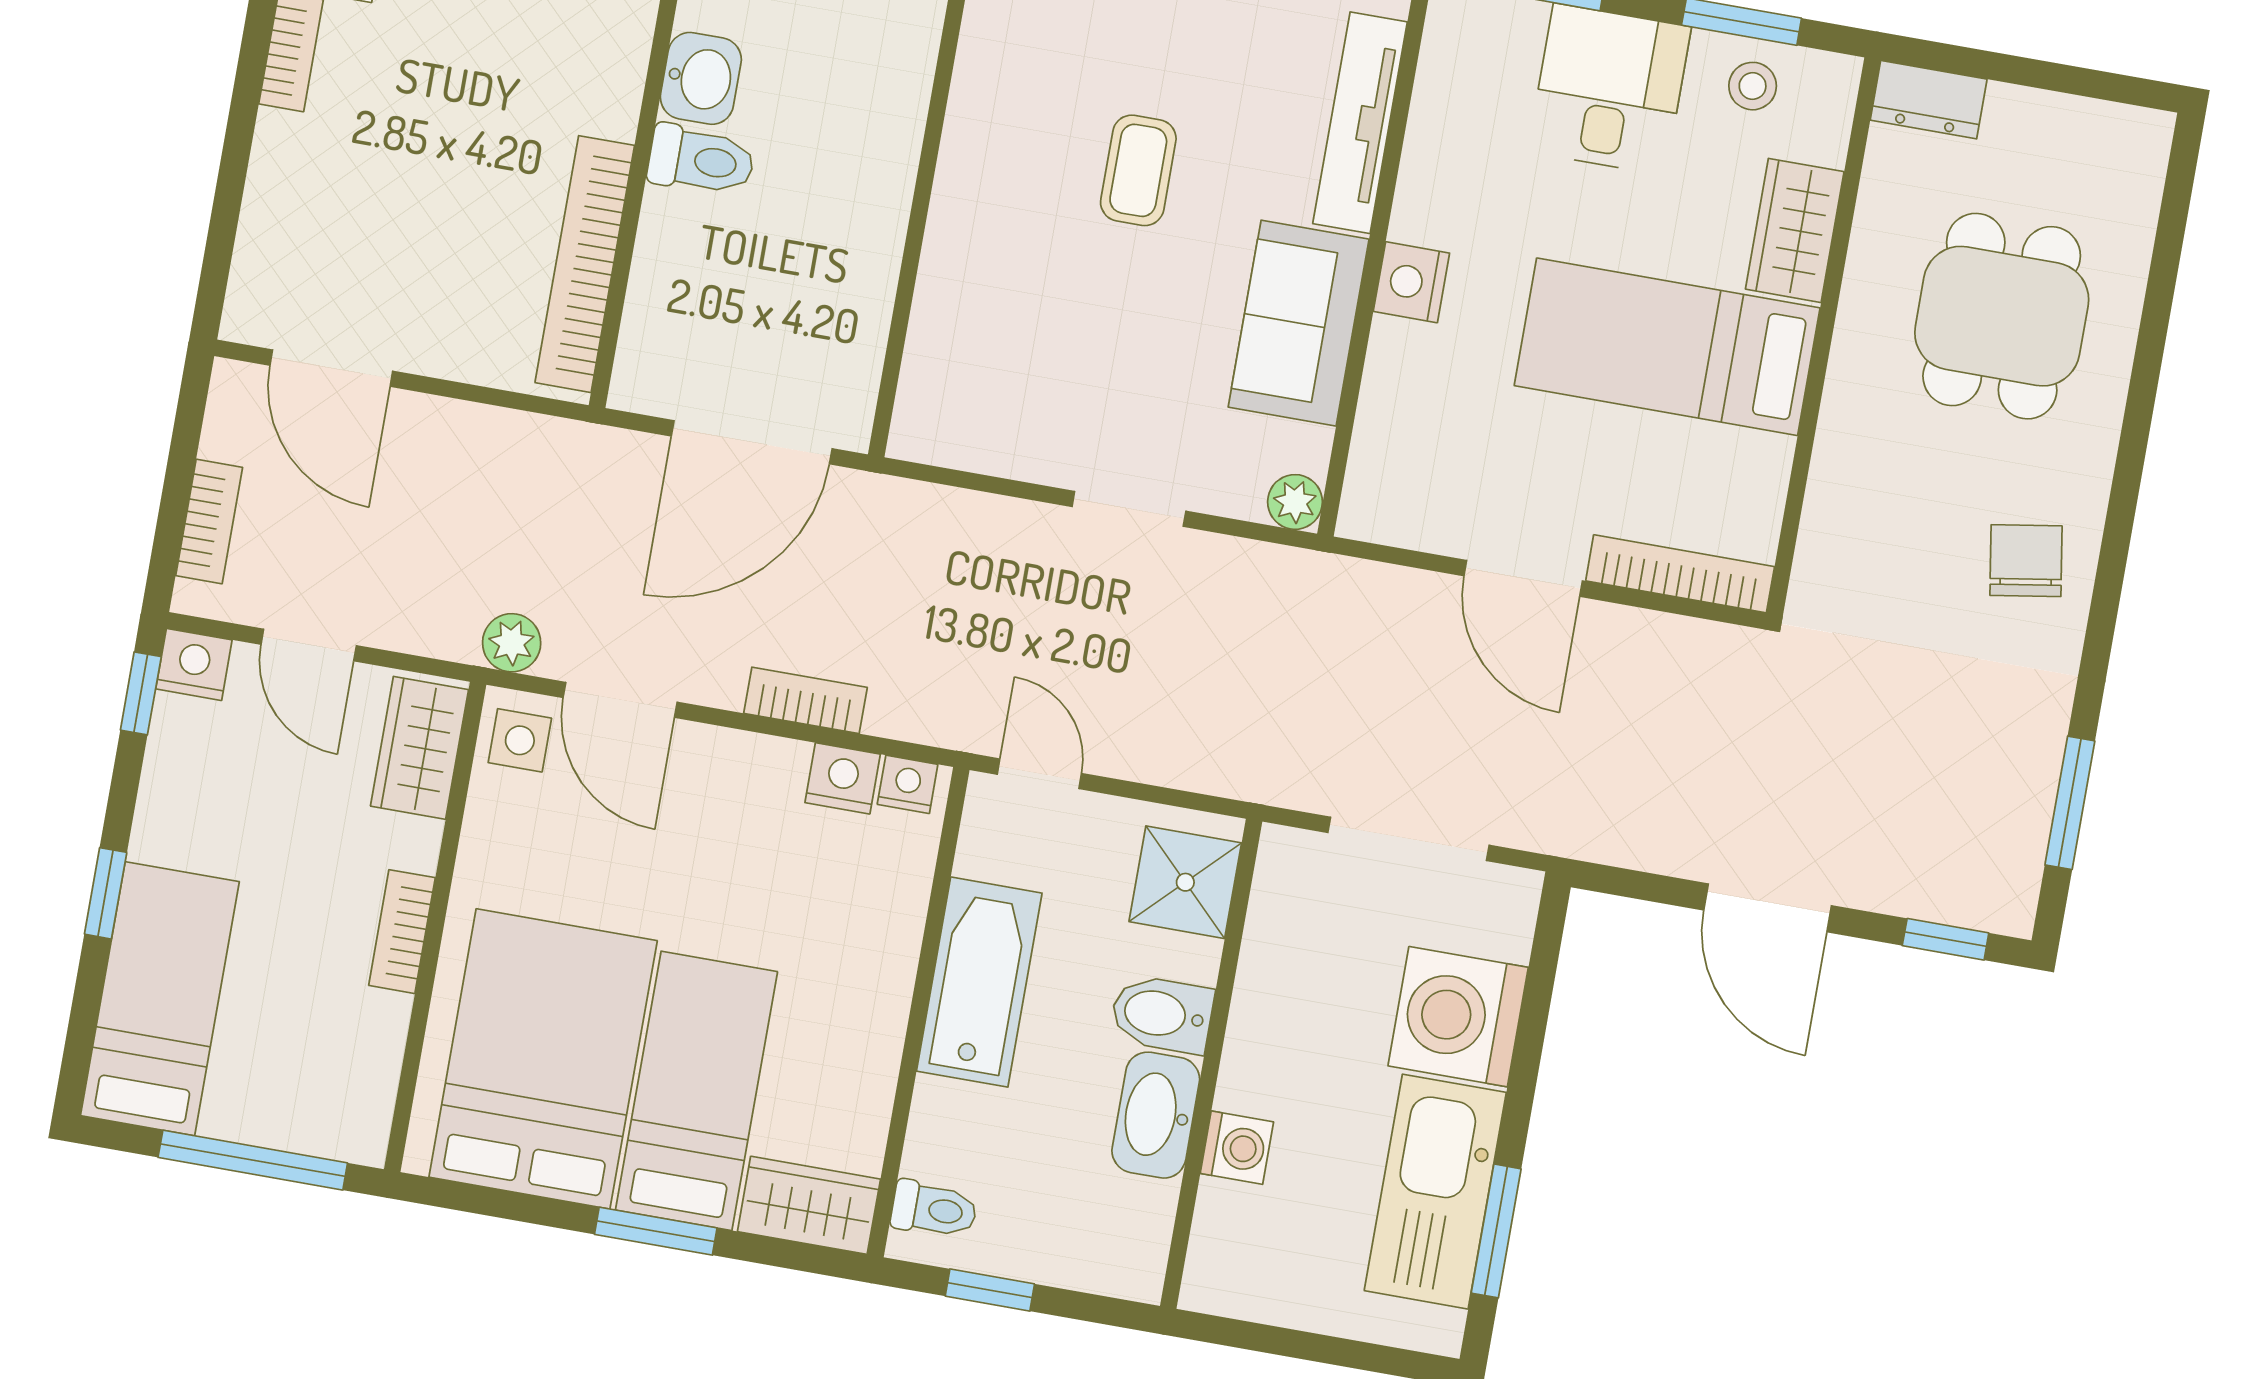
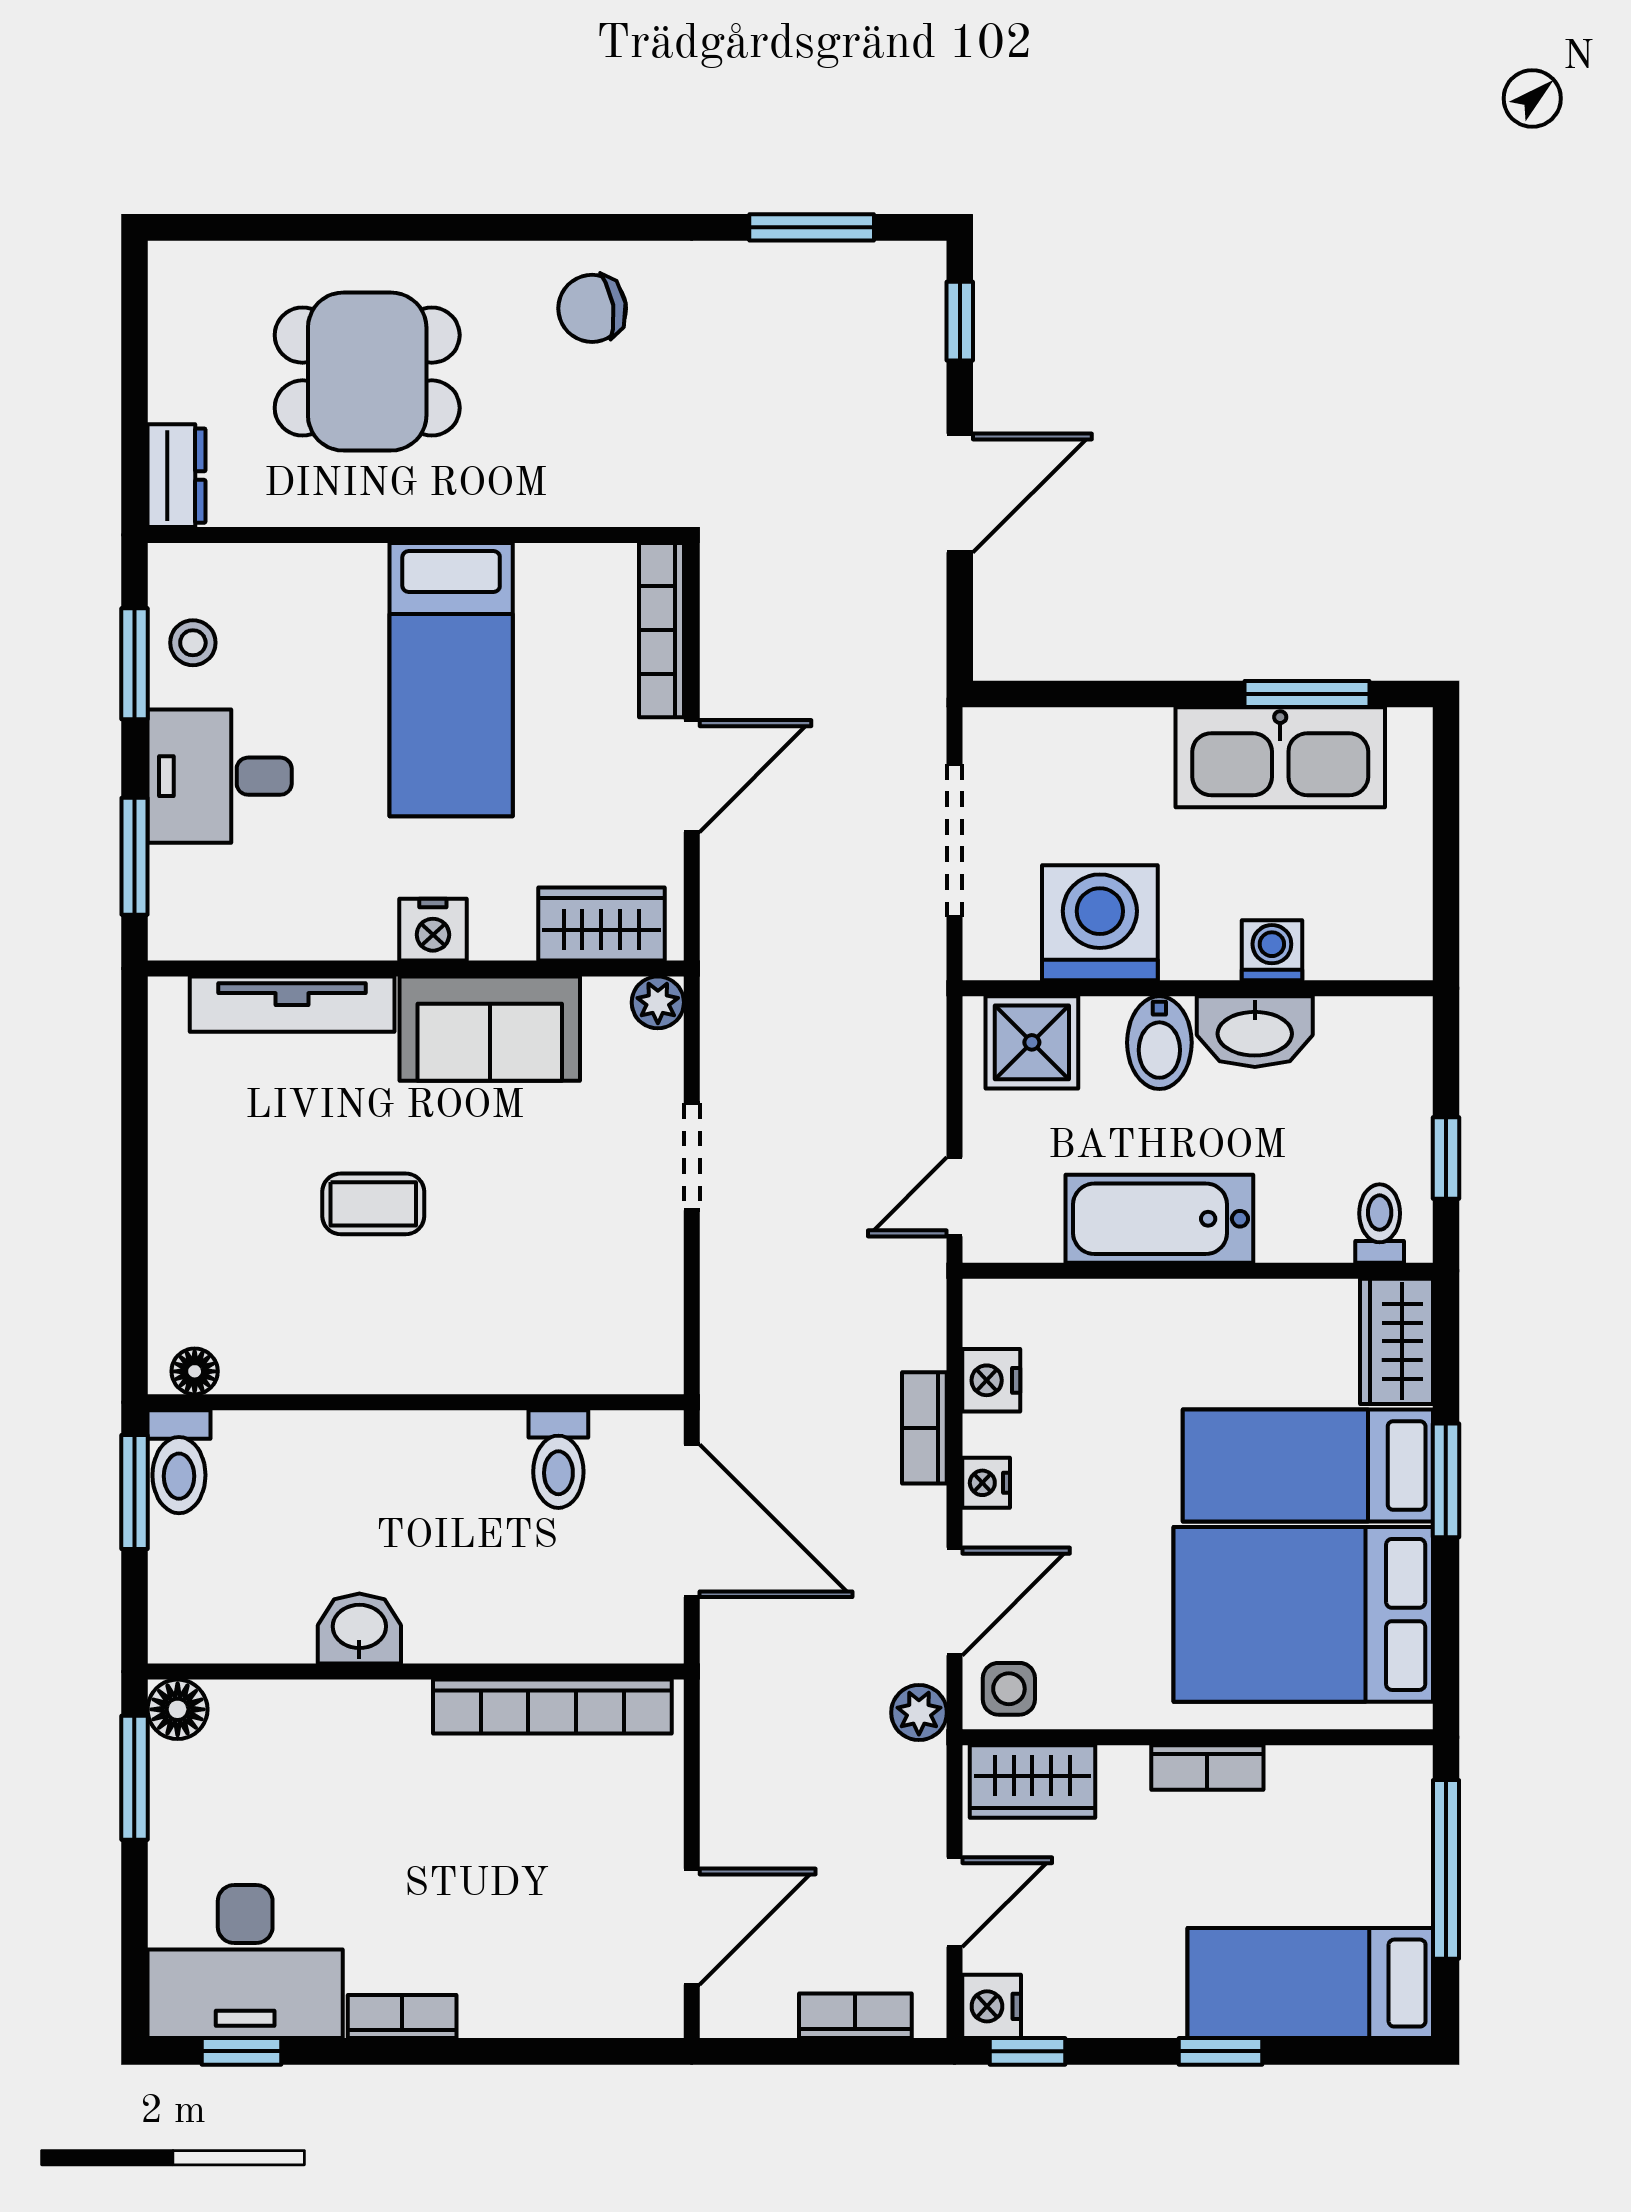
toilet: (701, 160) -> (558, 1459), moved, turned 180
wardrobe: (1795, 230) -> (601, 924), moved, turned 180
nightstand: (908, 784) -> (986, 1483), moved
washing machine: (1458, 1017) -> (1100, 923), moved, turned 180

